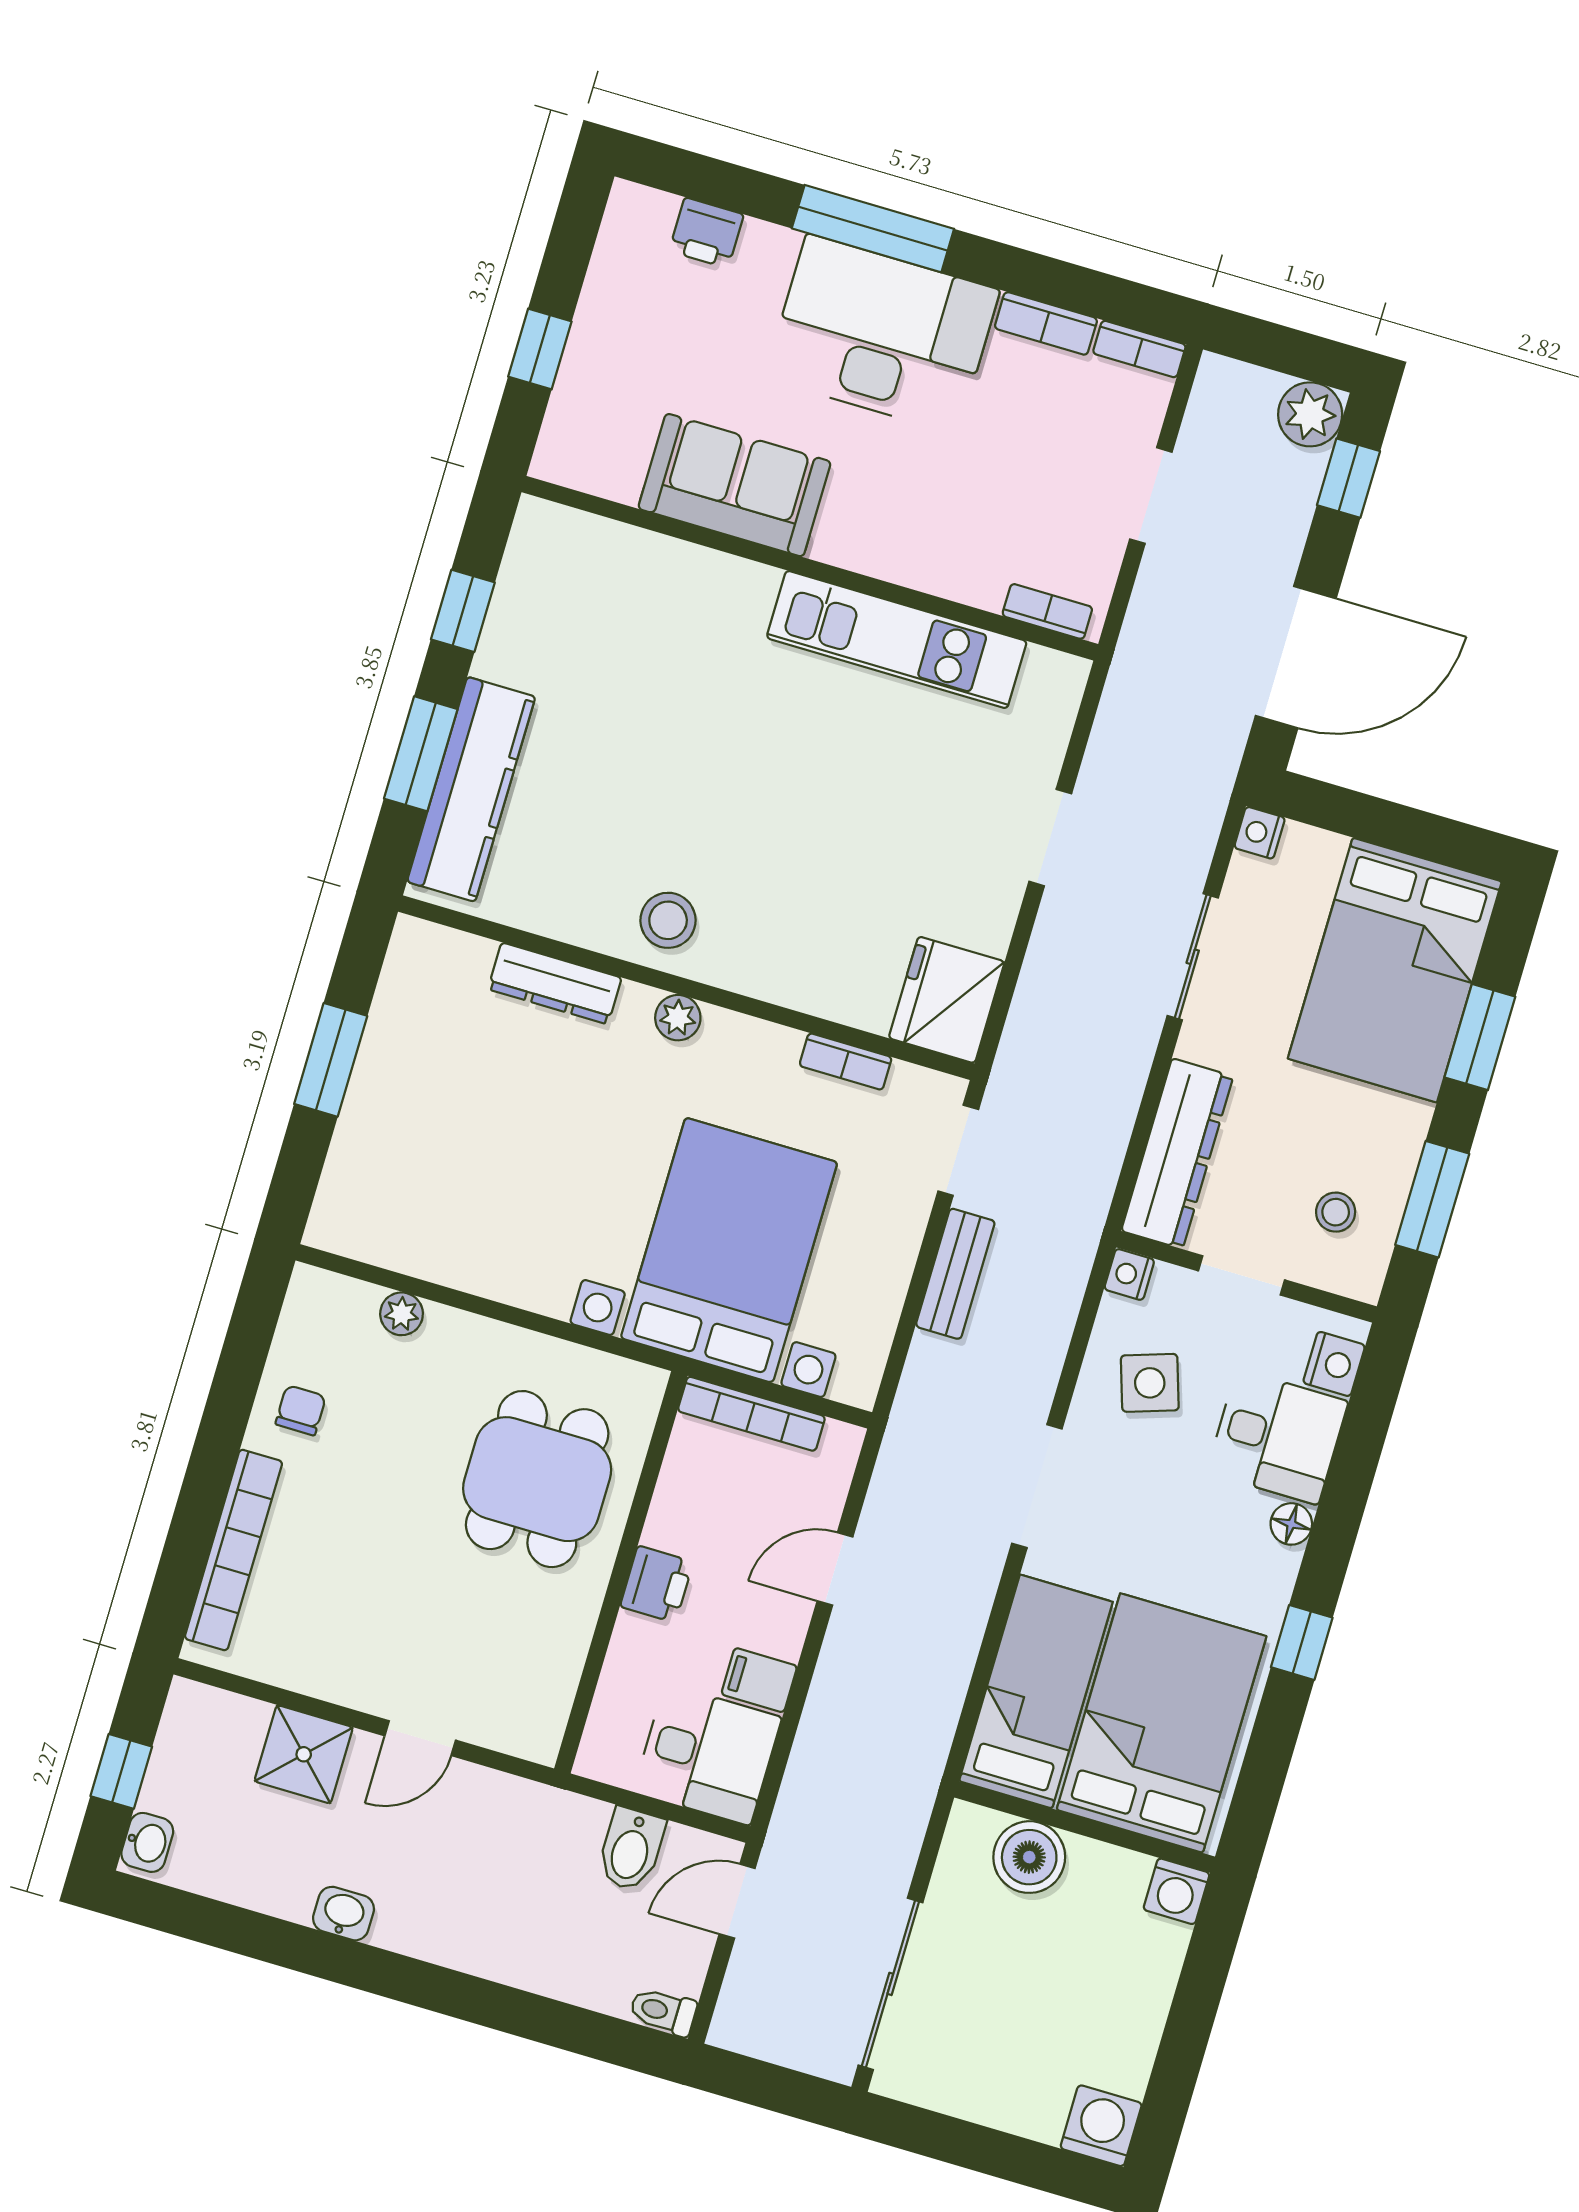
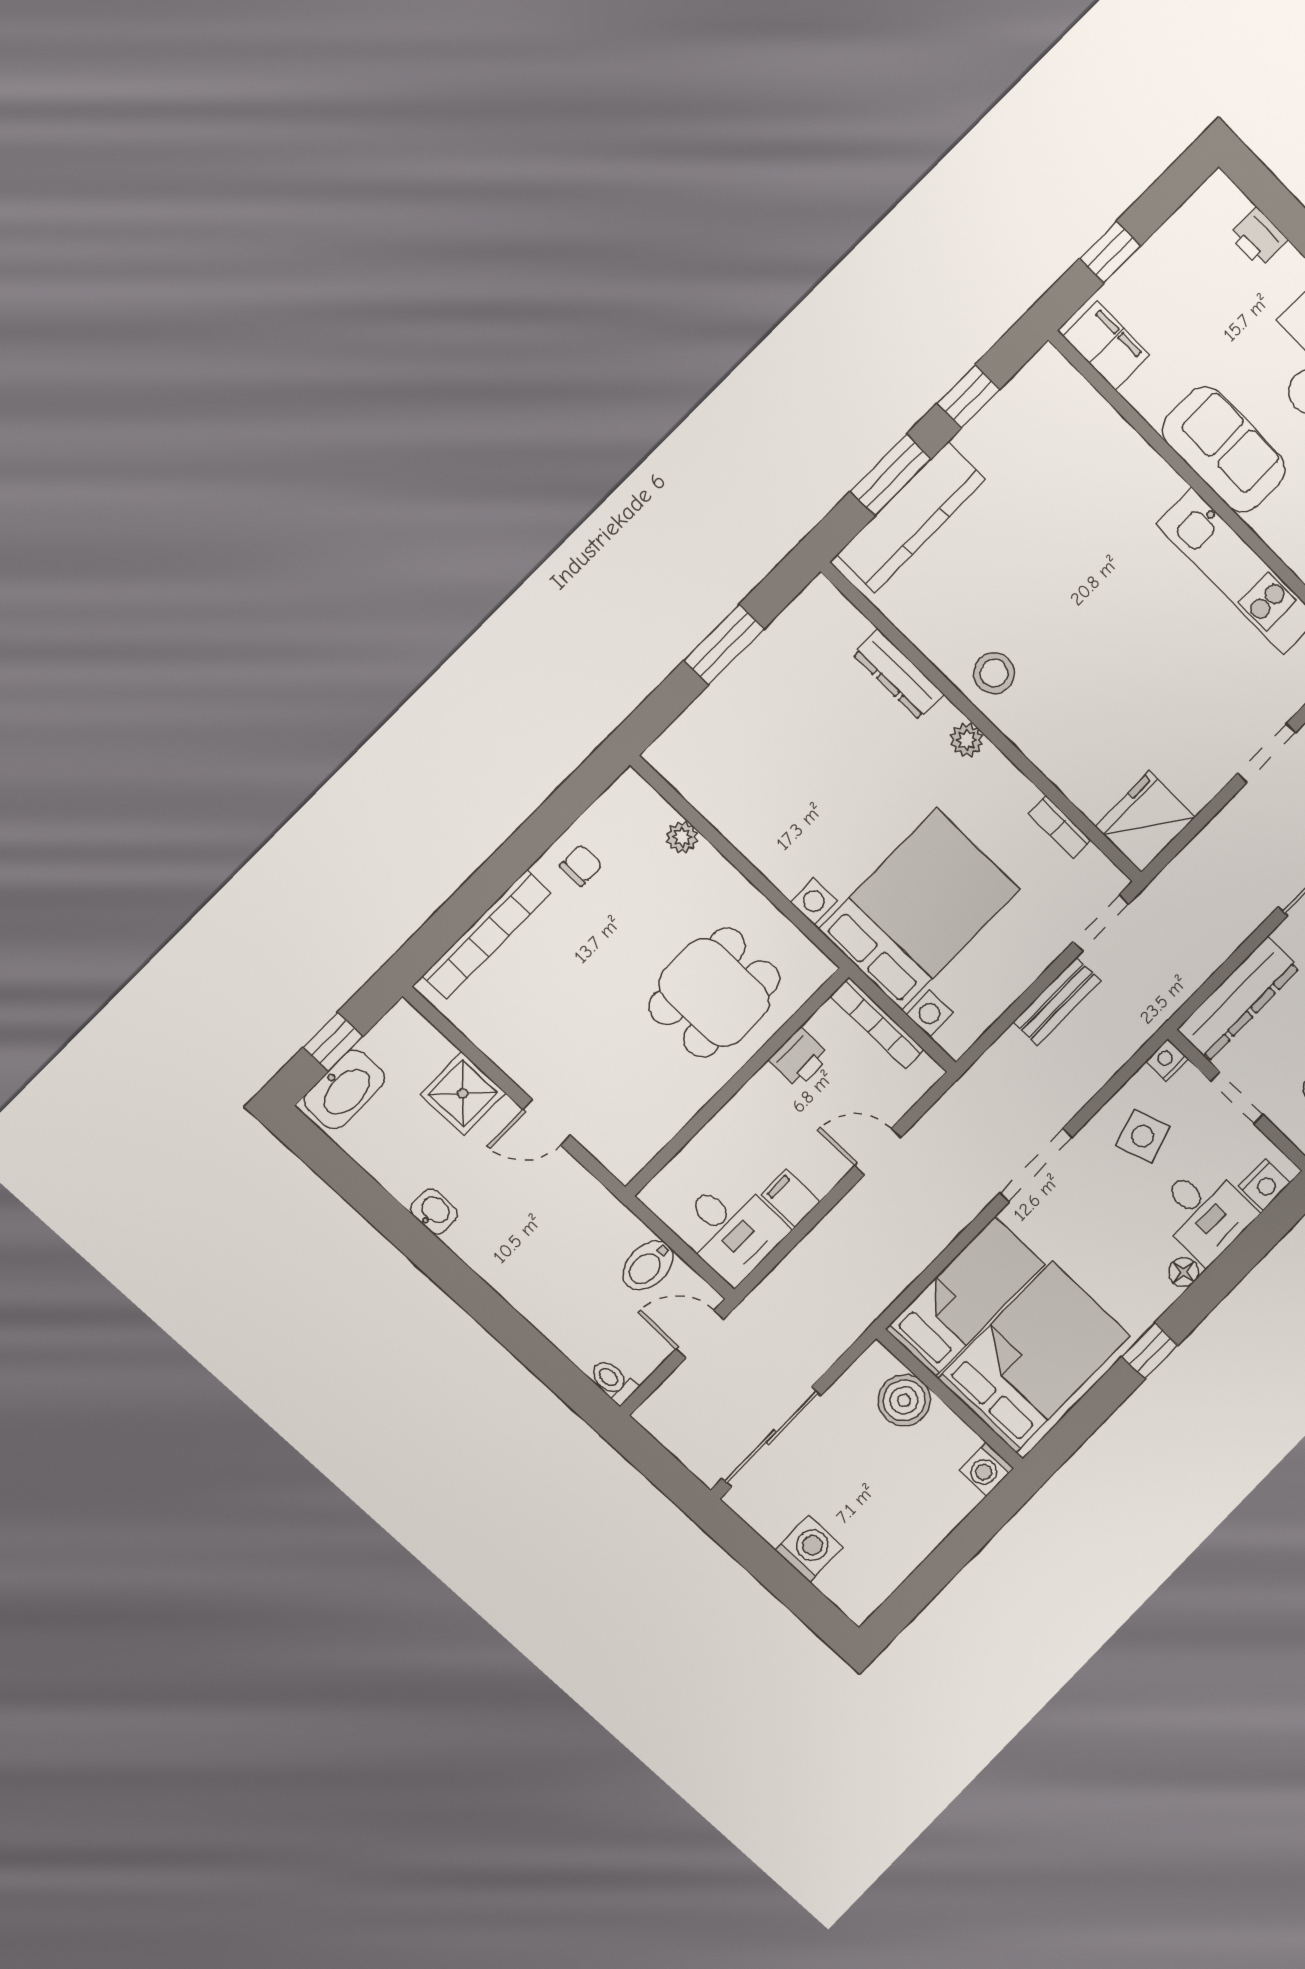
filing cabinet: (594, 461) -> (1106, 346), added
sofa: (735, 485) -> (1224, 450), moved
printer: (657, 1584) -> (799, 1058), moved
washbasin: (147, 1842) -> (344, 1090), width x1.91, depth x1.45
washing machine: (1101, 2126) -> (809, 1549), moved

